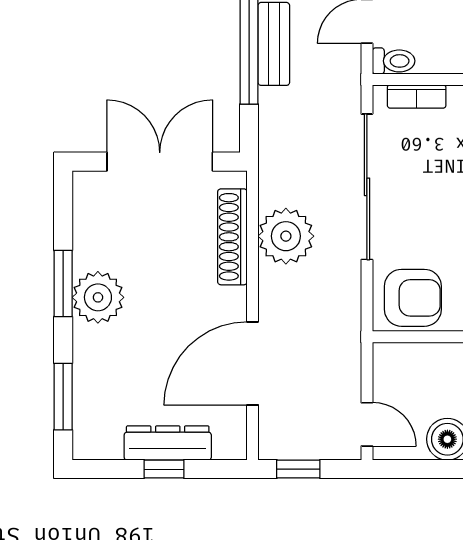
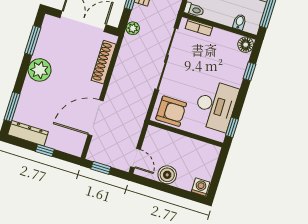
plant: (286, 236) -> (133, 28), moved, width x0.53, depth x0.53
window: (63, 284) -> (33, 40), moved
dresser: (168, 443) -> (28, 133), moved

